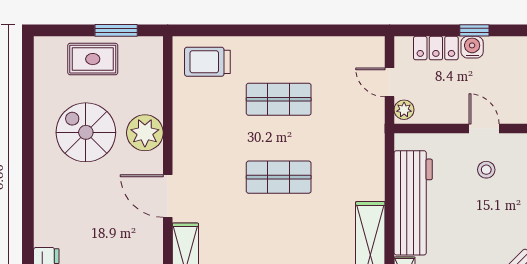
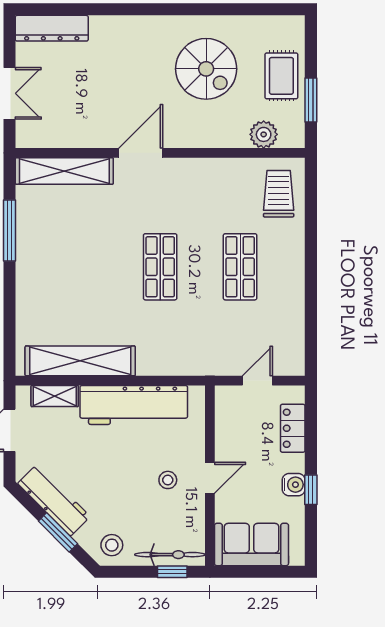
window: (474, 30) -> (311, 490), moved
water cooler: (472, 47) -> (294, 485), moved
plant: (404, 110) -> (229, 396), removed
spiral stairs: (86, 132) -> (206, 69), turned 90
plant: (145, 133) -> (264, 134), moved, width x0.73, depth x0.73

